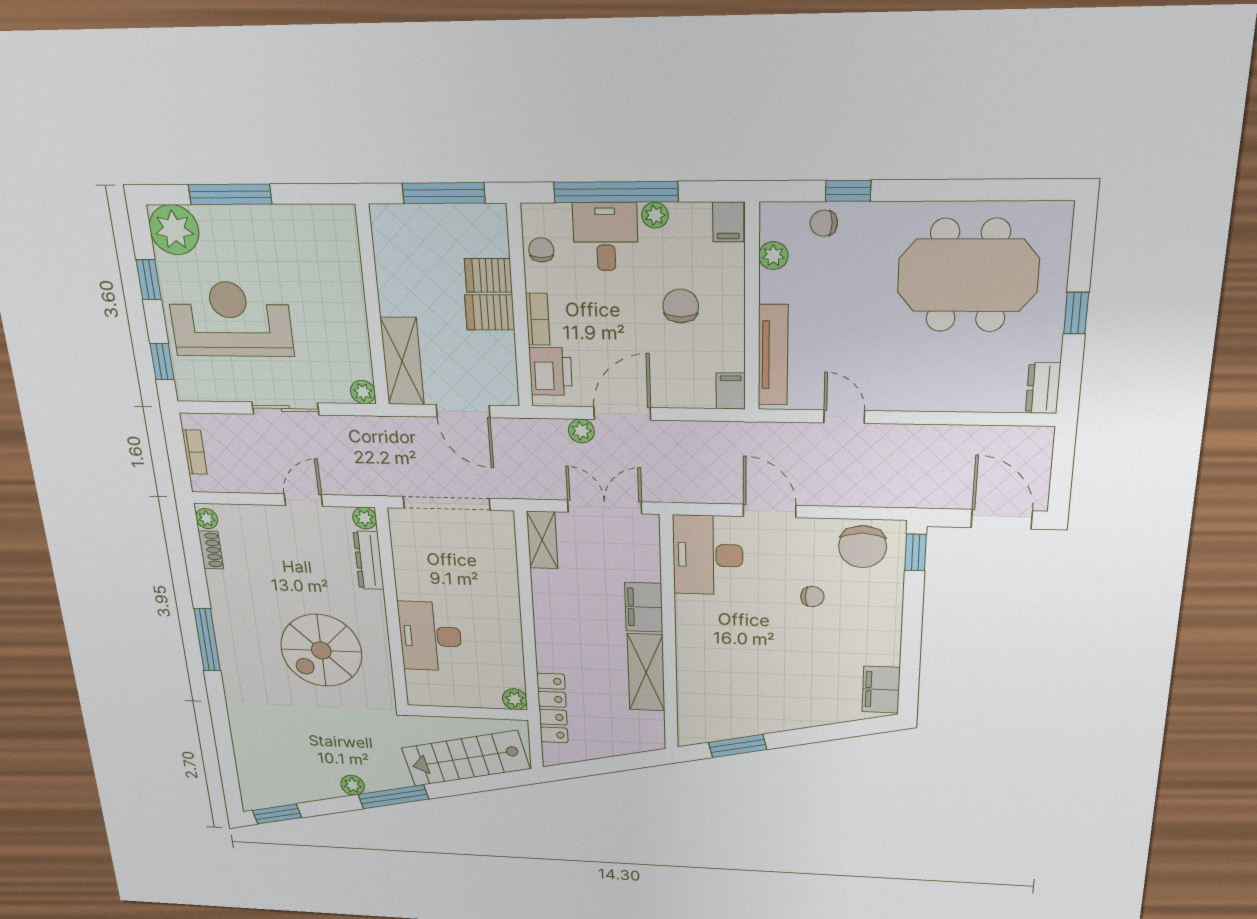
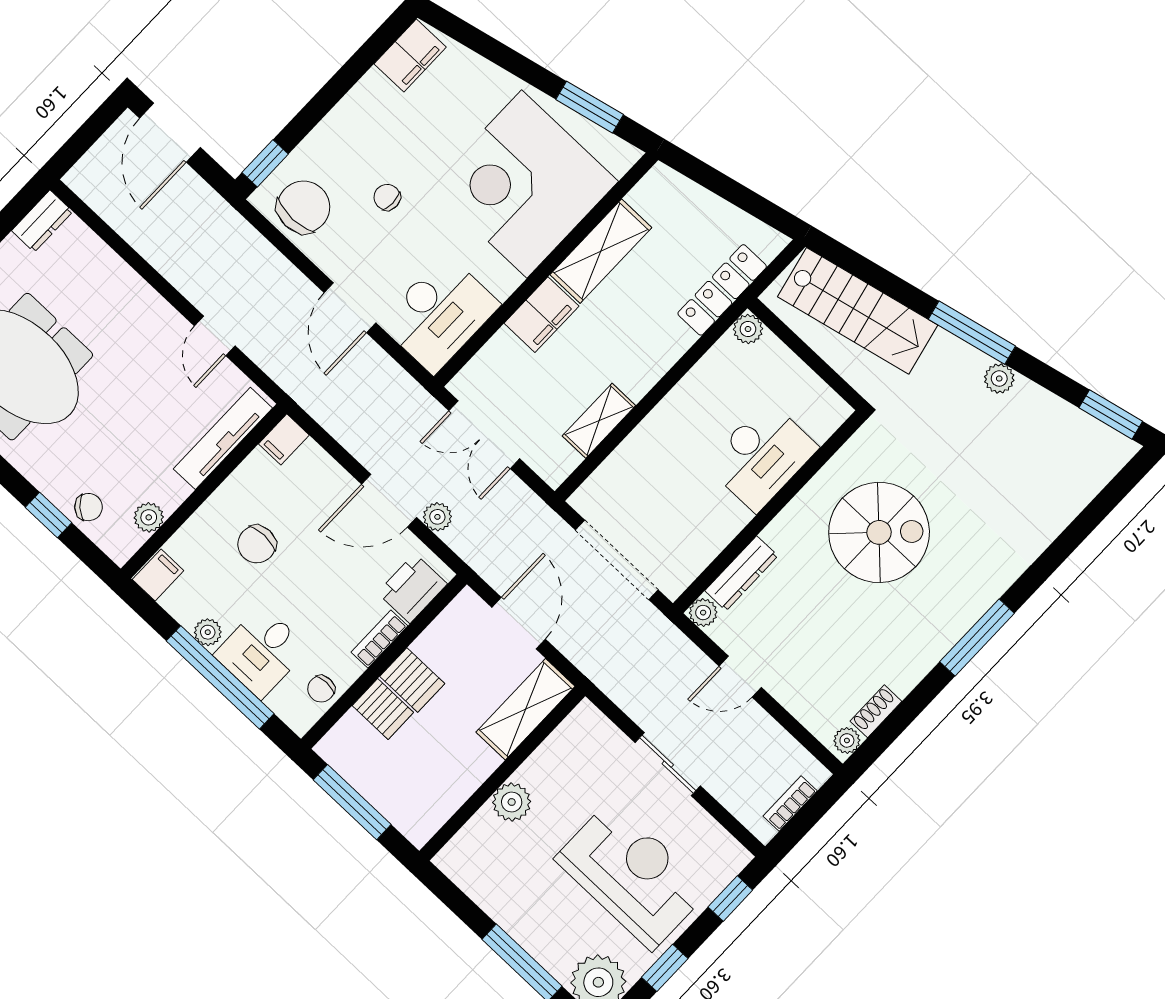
chair: (824, 223) -> (88, 507), turned -46
reception desk: (230, 319) -> (632, 875), turned 180
plant: (363, 392) -> (512, 802), moved, width x1.38, depth x1.38
shelving: (542, 540) -> (599, 421), moved
corner desk: (733, 673) -> (524, 184), added

